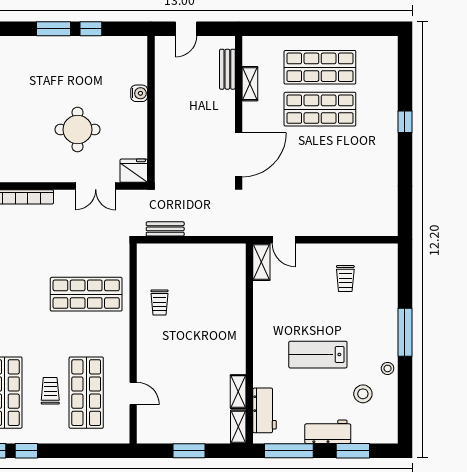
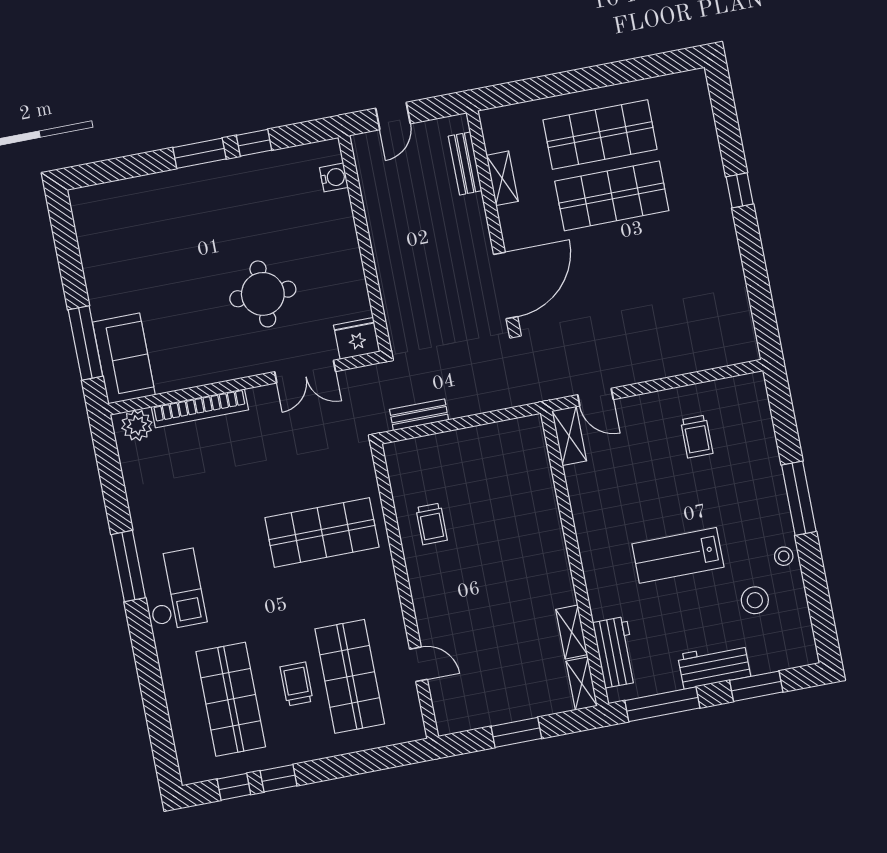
water cooler: (139, 93) -> (334, 177), moved

